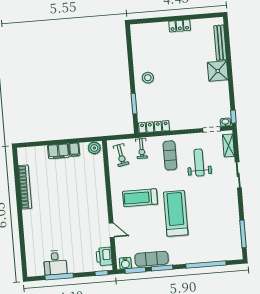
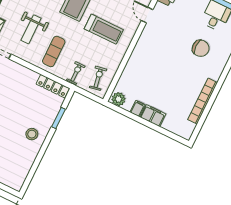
chair: (52, 229) -> (201, 48), added

